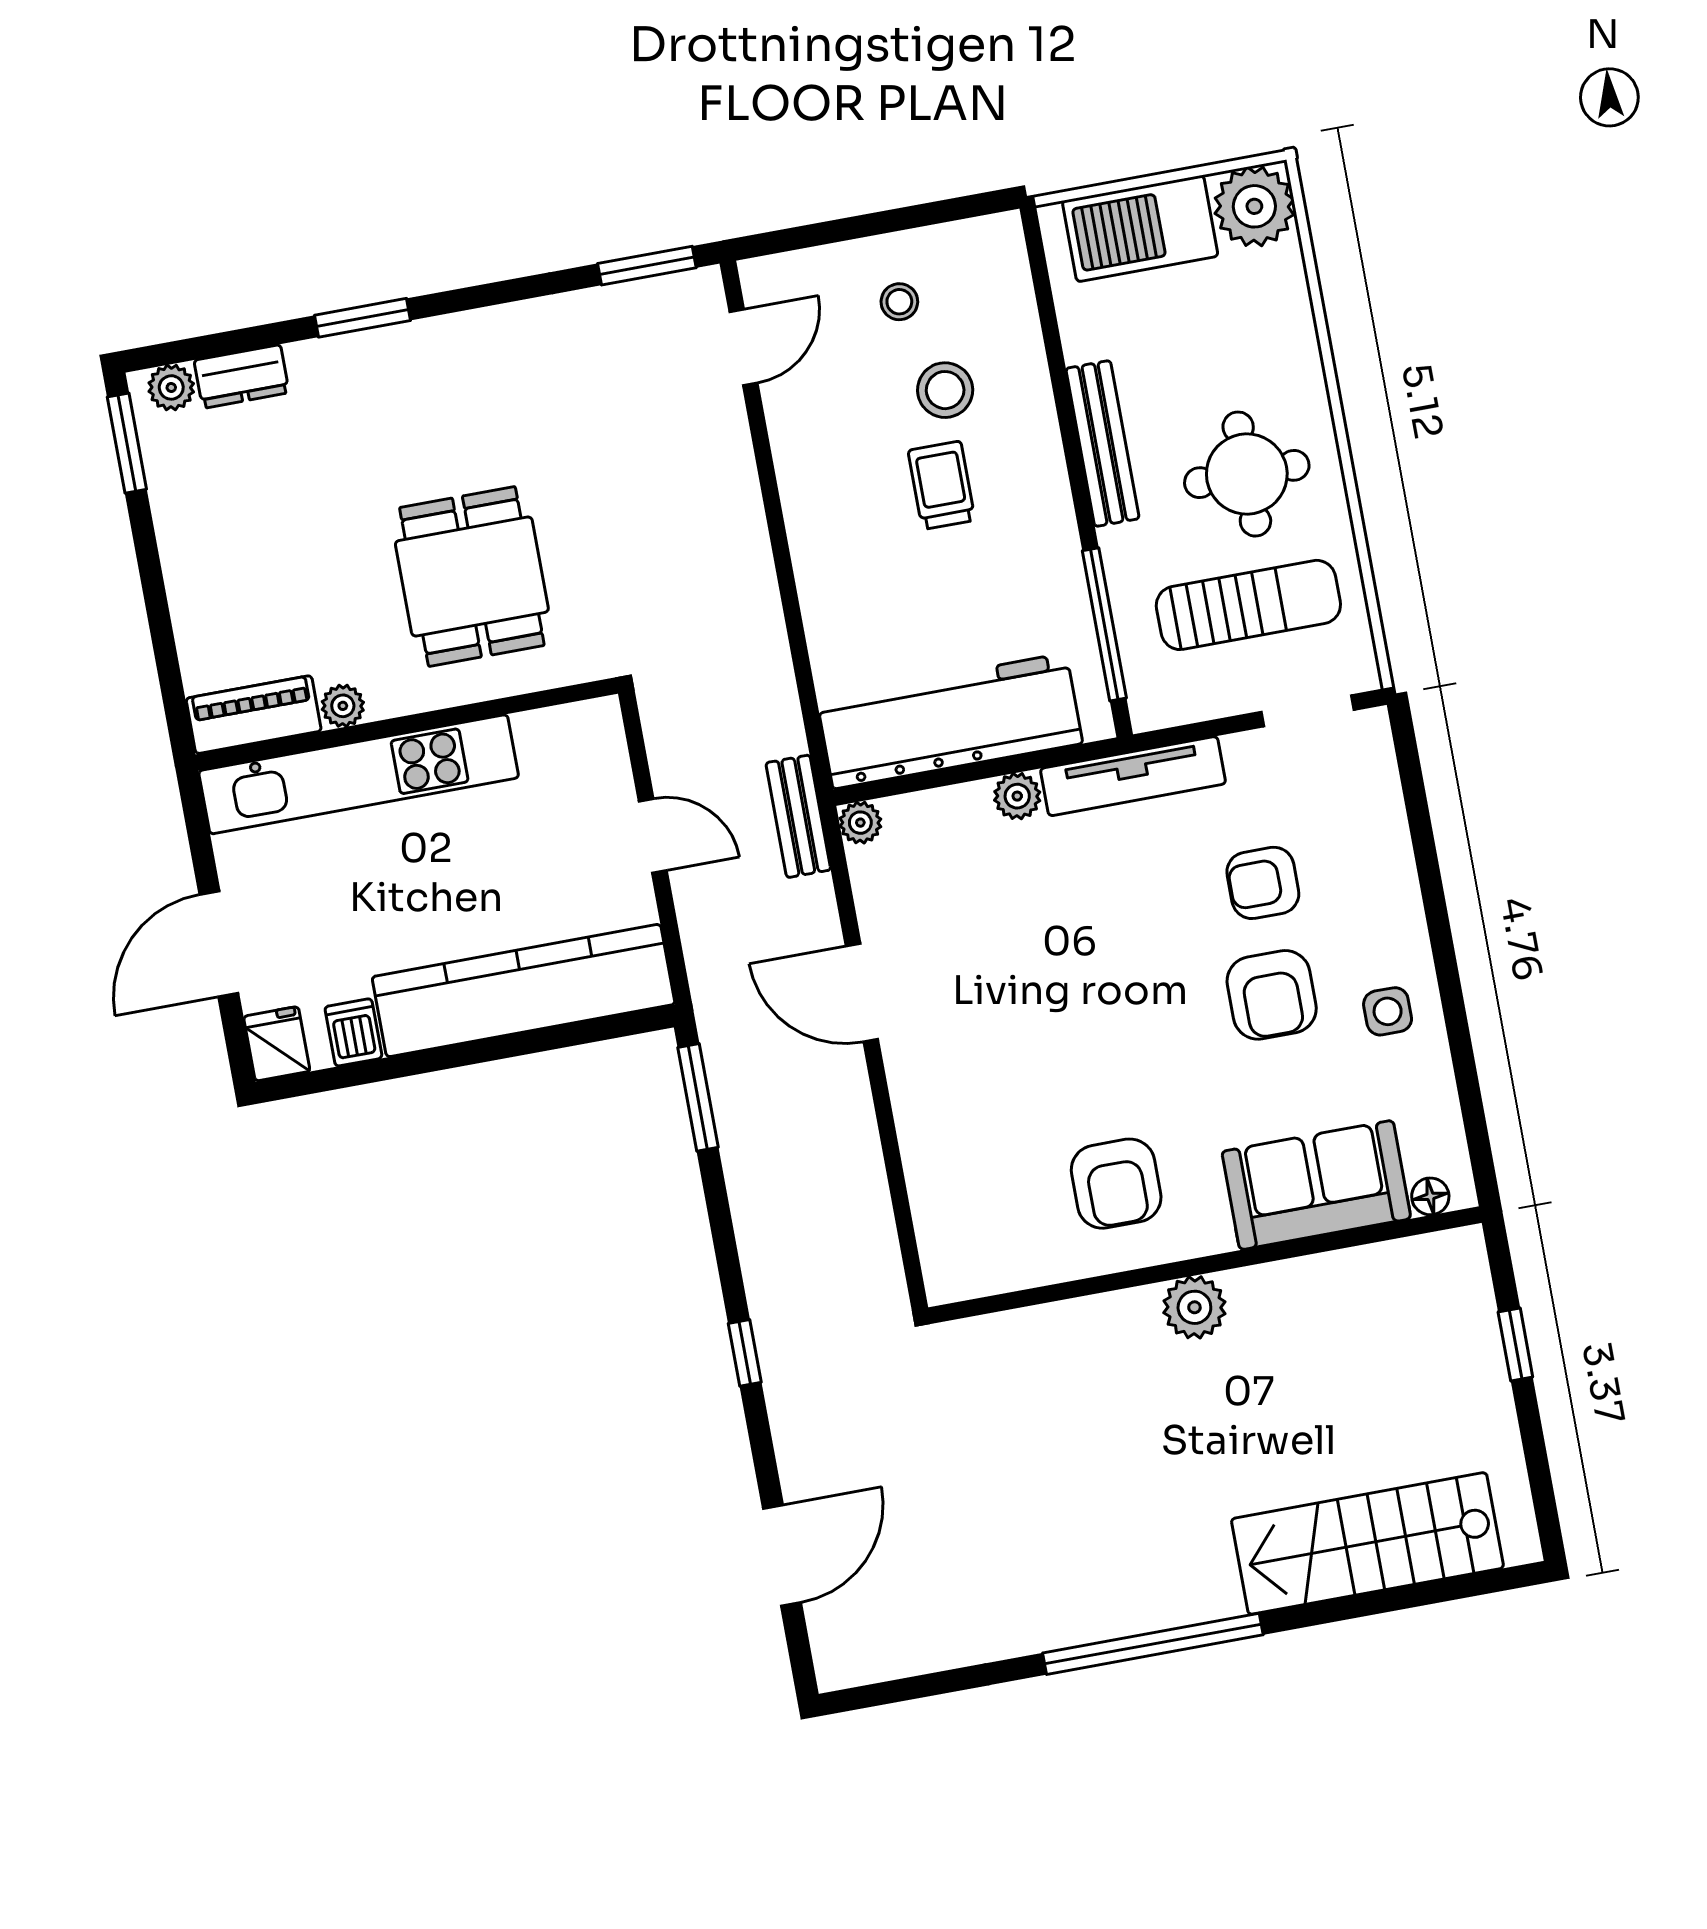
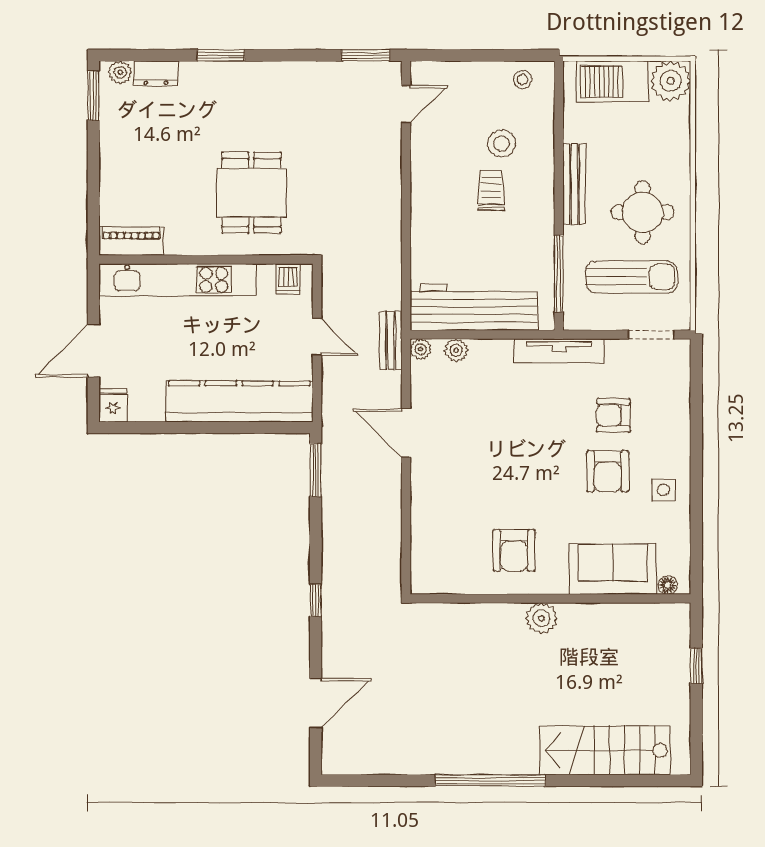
stool: (899, 302) -> (523, 80), moved
plant: (343, 706) -> (176, 245), removed
plant: (1017, 796) -> (456, 350), moved
dishwasher: (353, 1032) -> (288, 279), moved, turned 180

